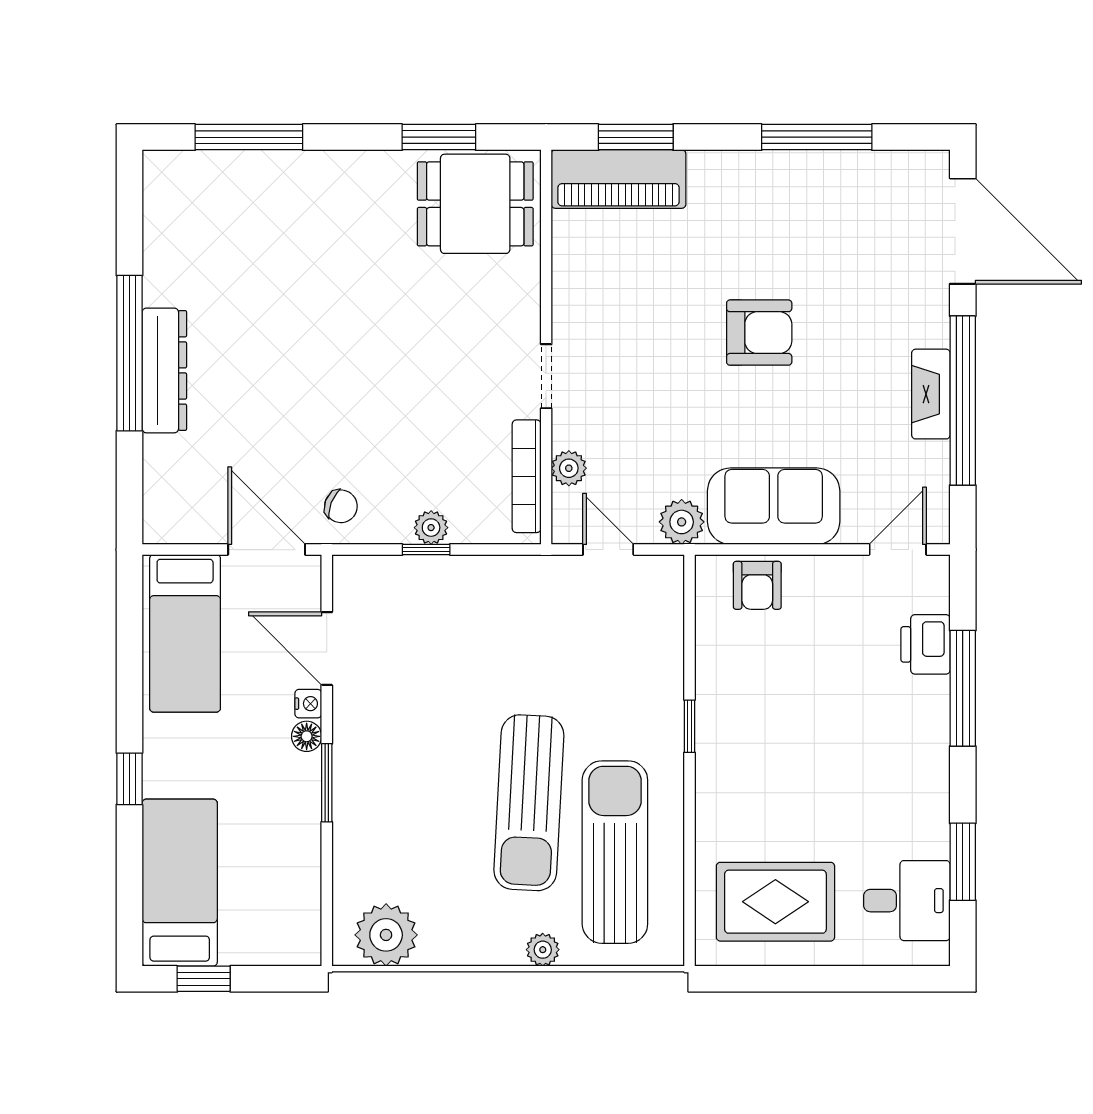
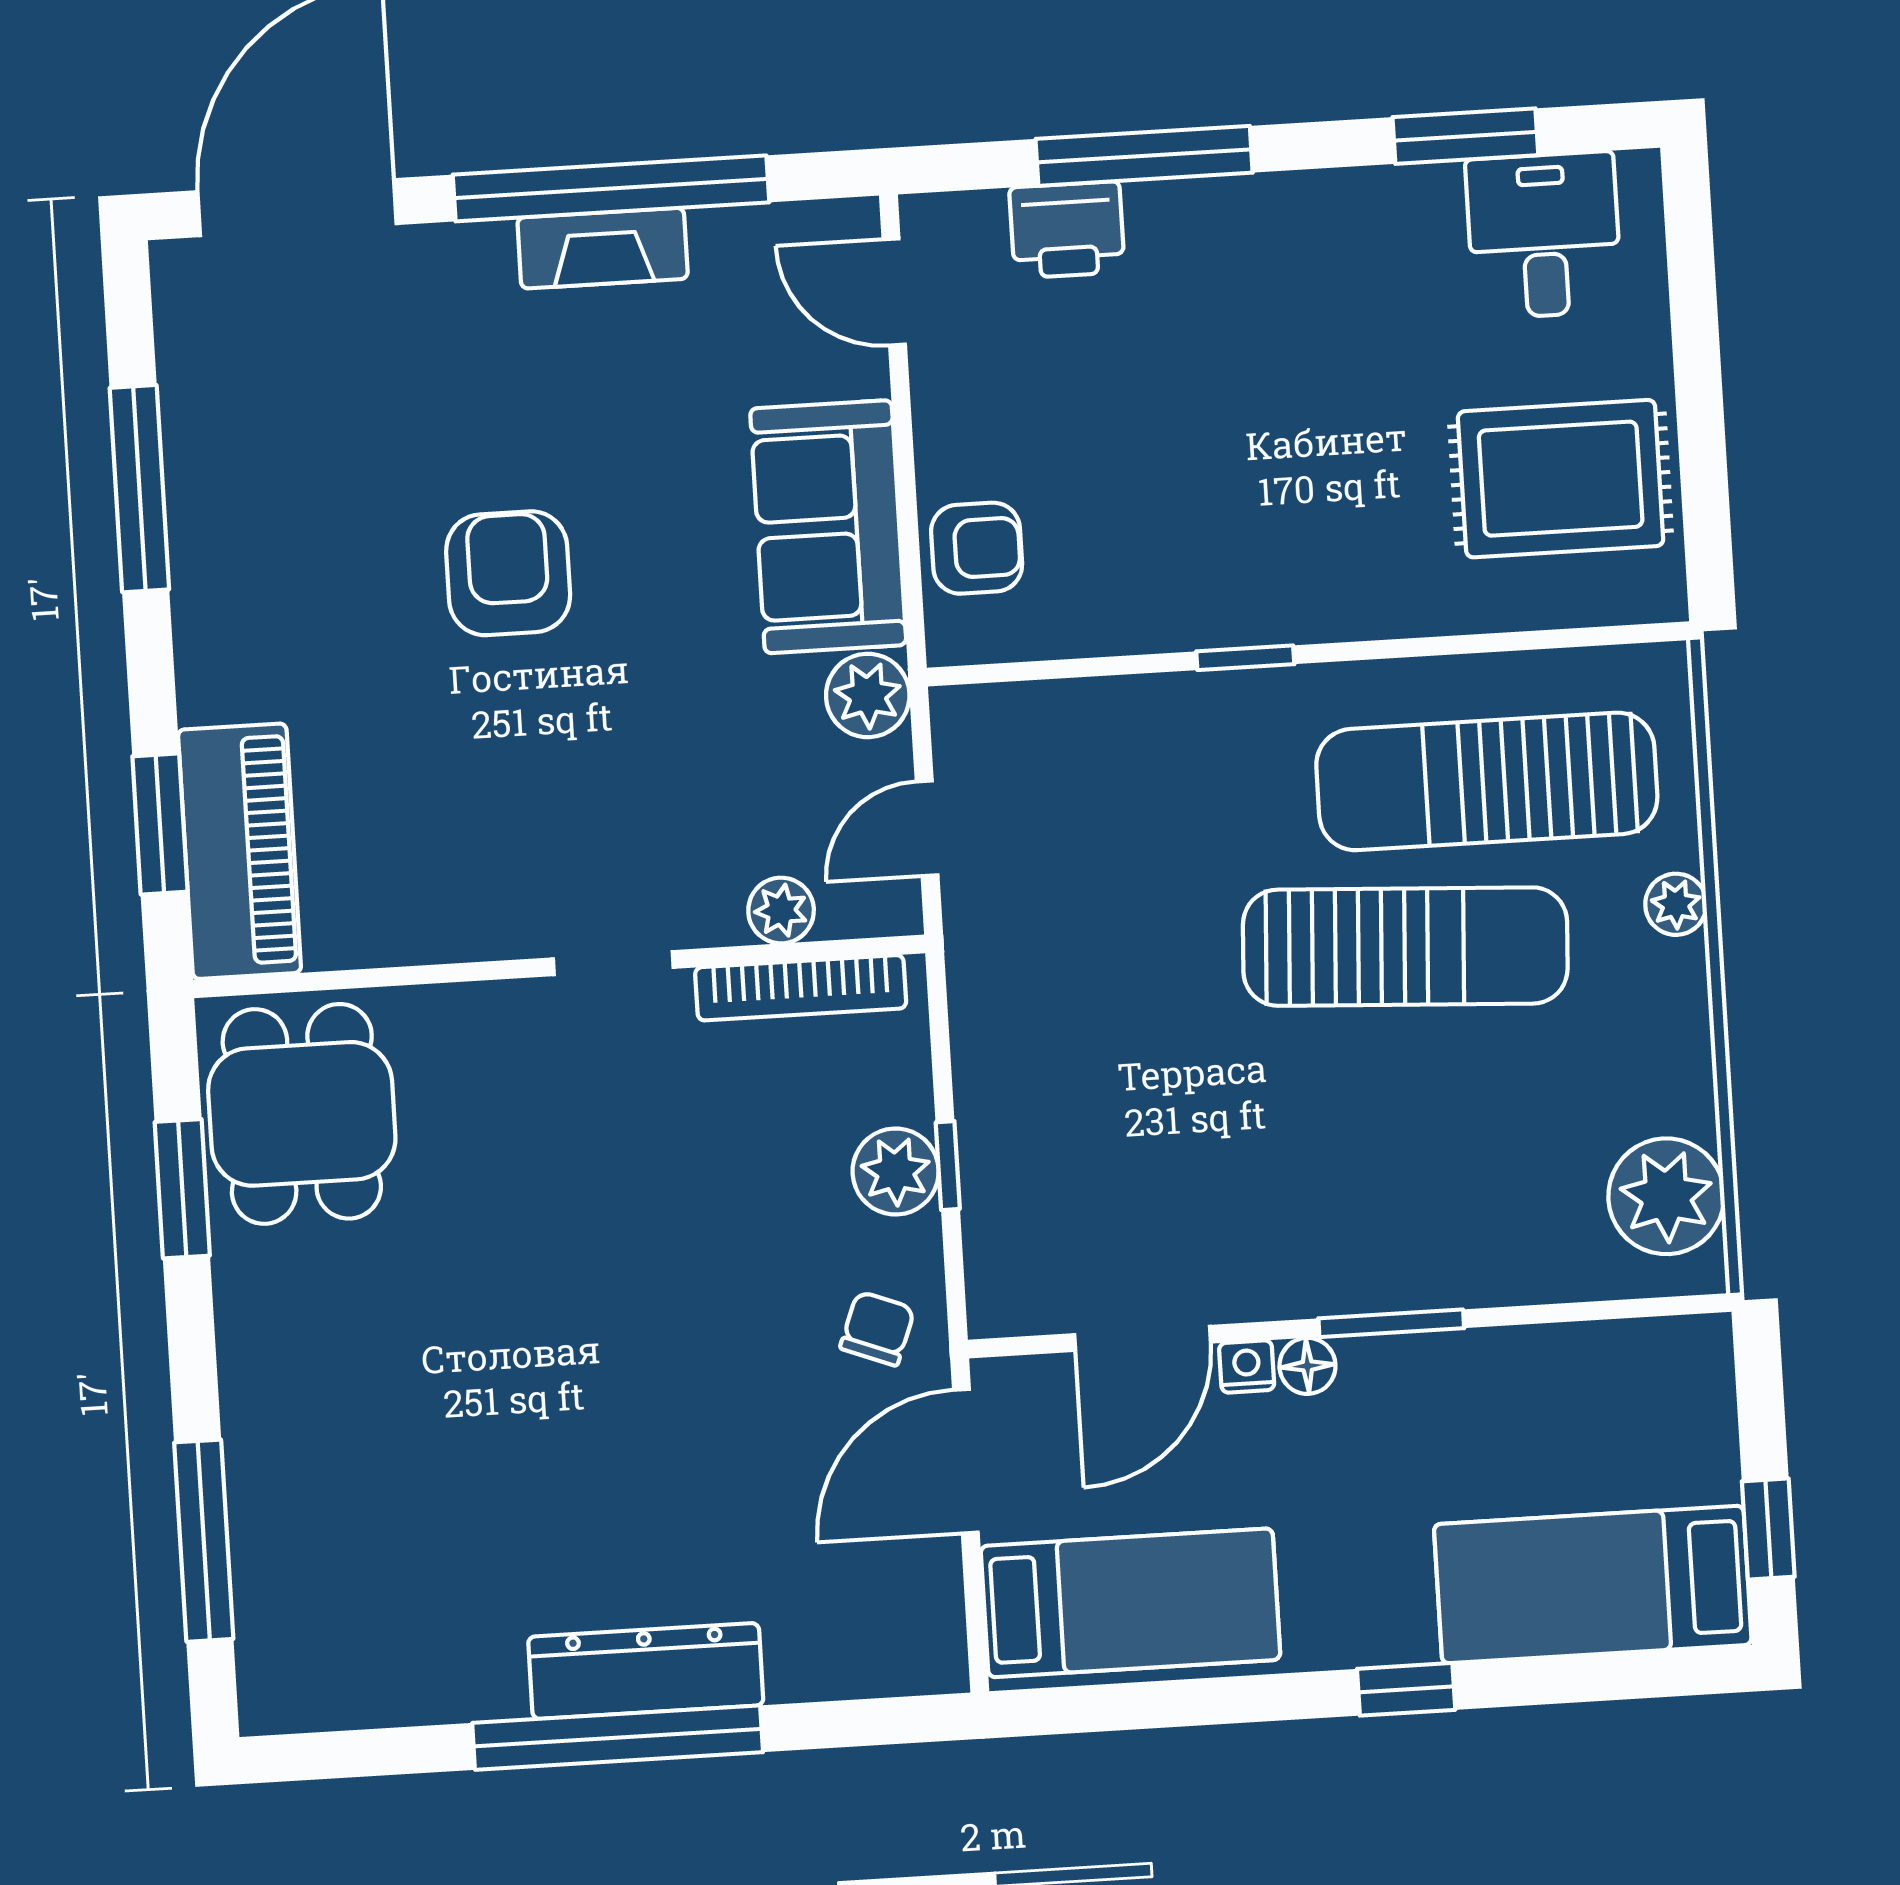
plant: (431, 528) -> (896, 1171), width x1.38, depth x1.38
rug: (775, 902) -> (1561, 479), turned 90

